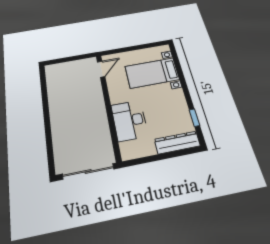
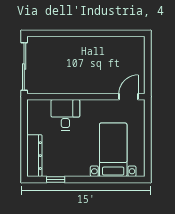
door: (101, 69) -> (128, 97), swing flipped
desk: (129, 120) -> (65, 115), width x0.73

